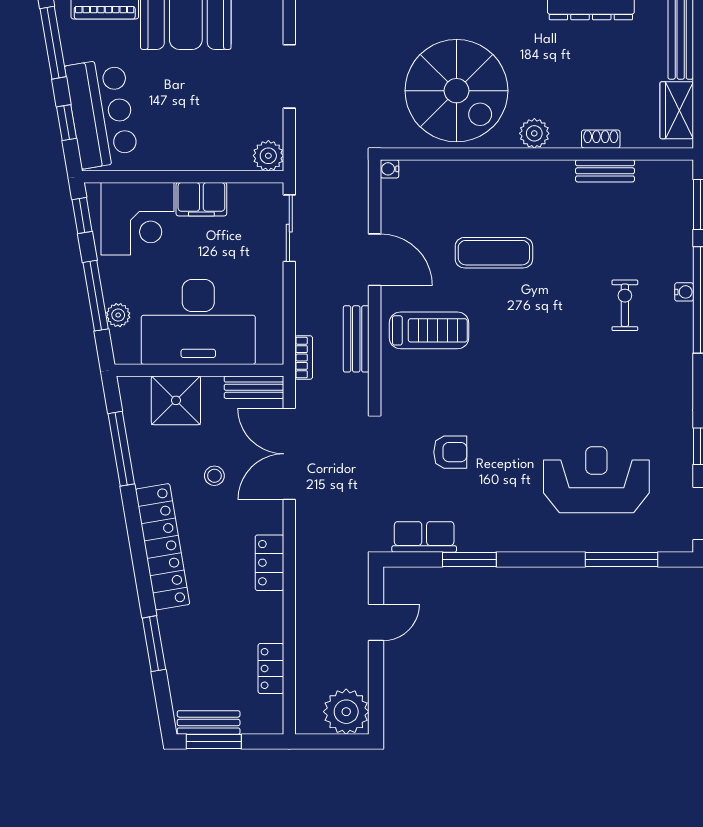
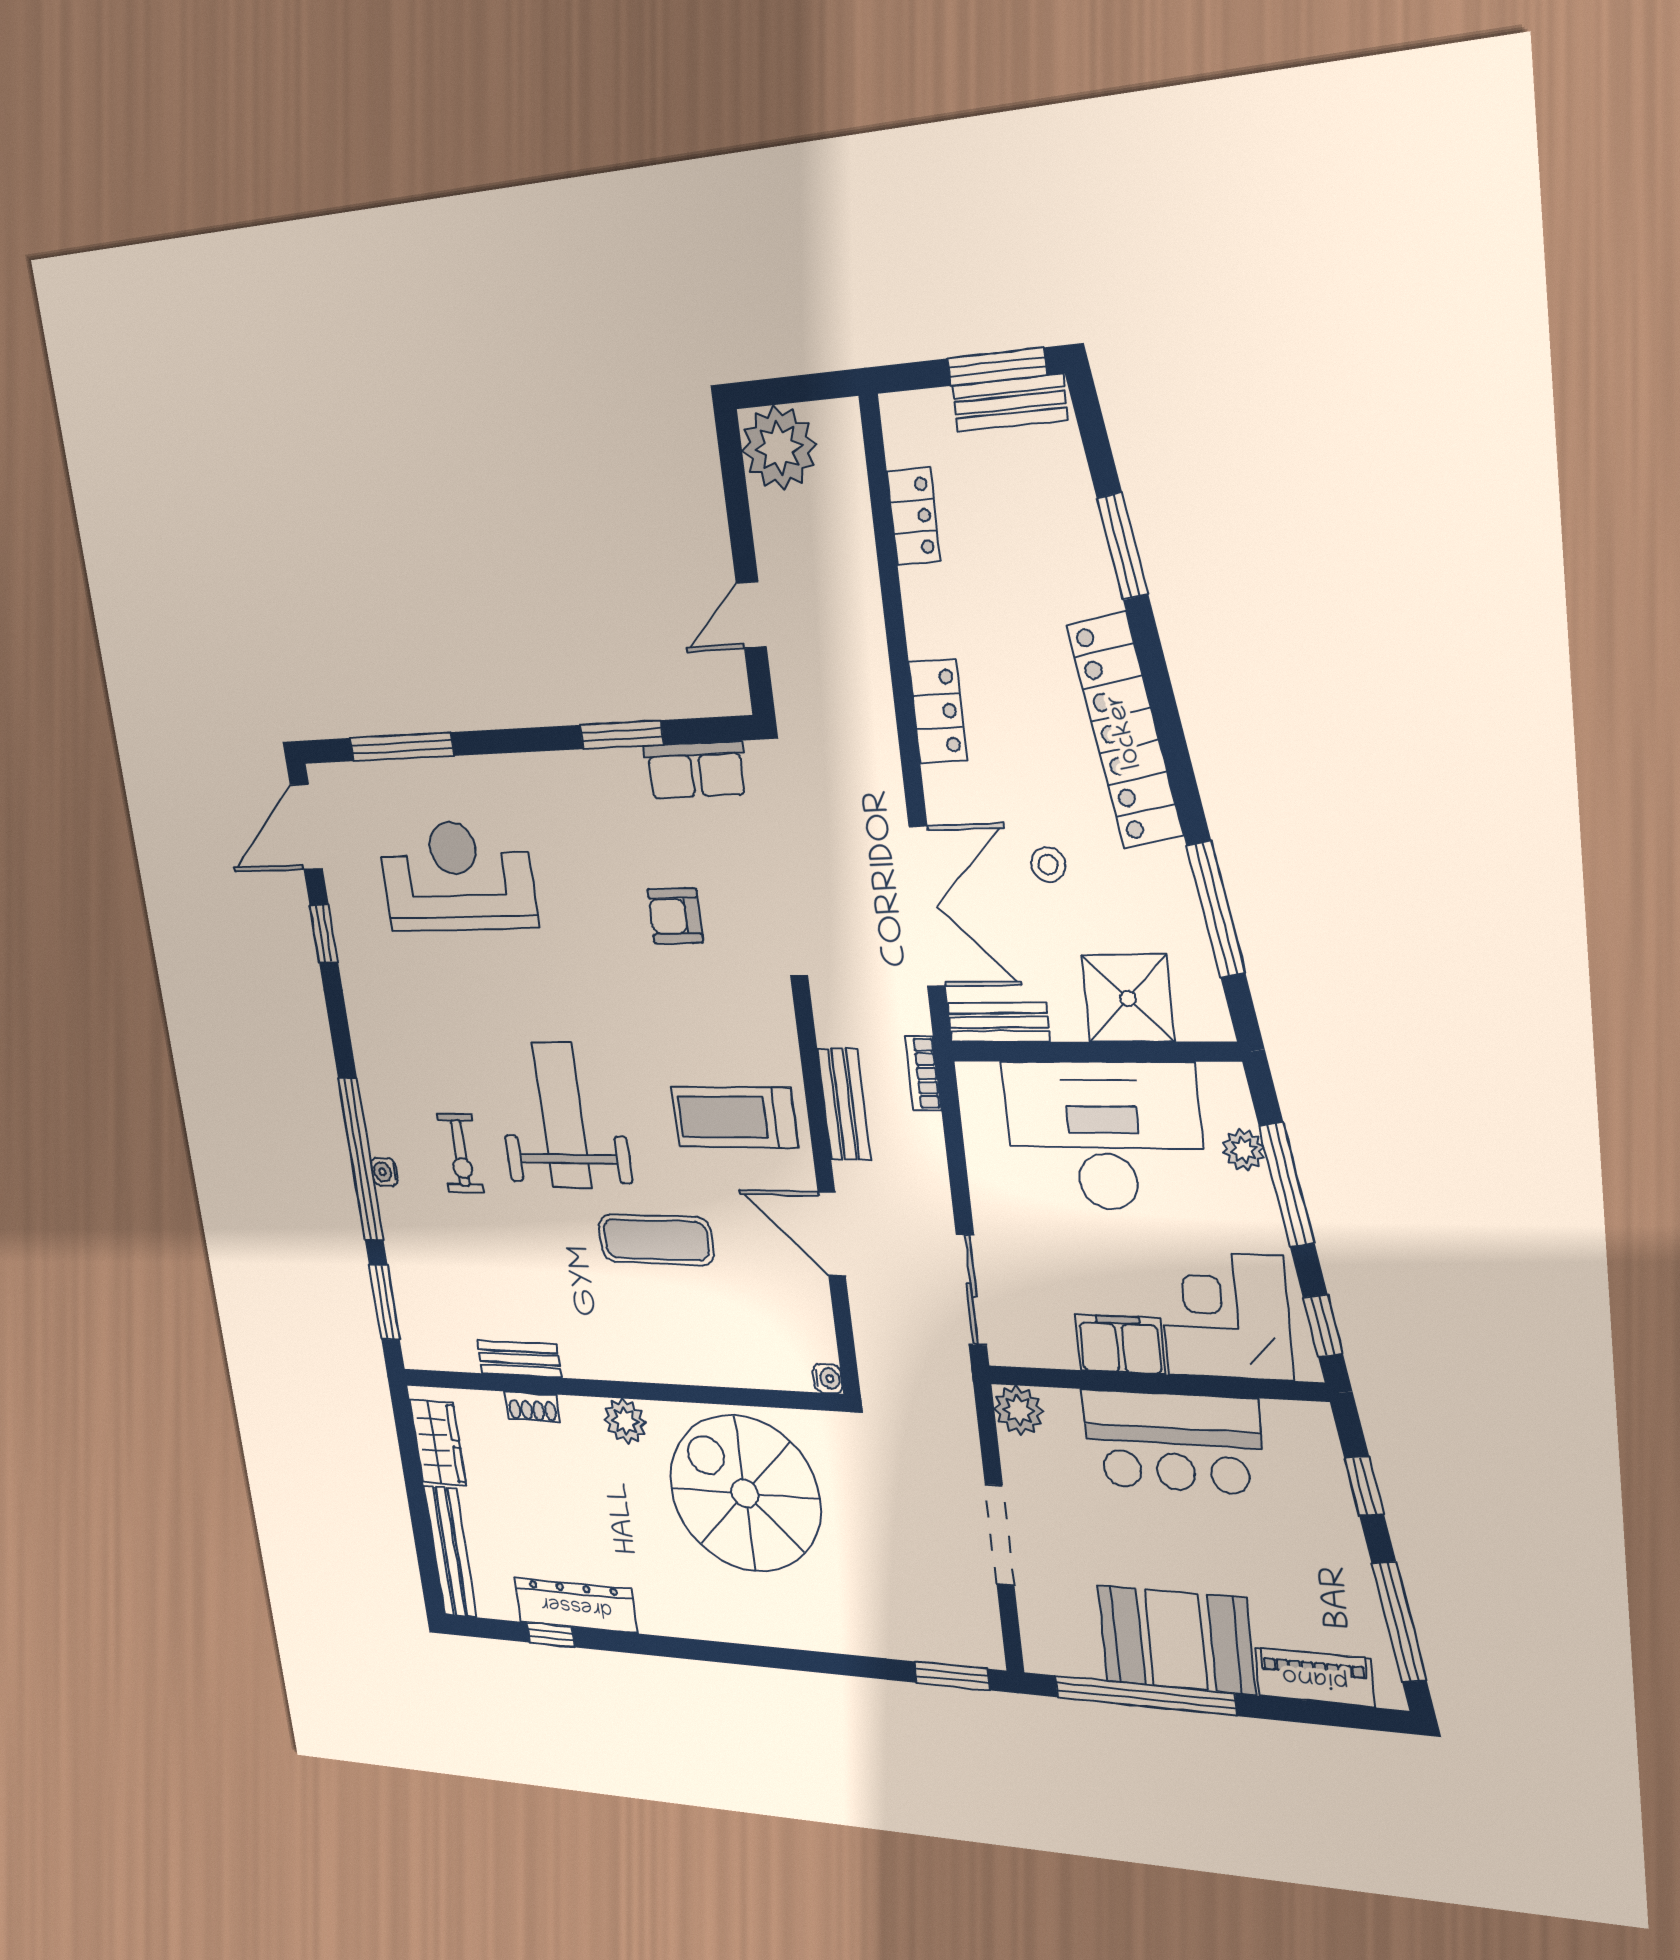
bar counter: (102, 113) -> (1173, 1442), moved, turned -80
weight bench: (547, 330) -> (562, 1115), added
reception desk: (596, 480) -> (457, 876), turned 180

